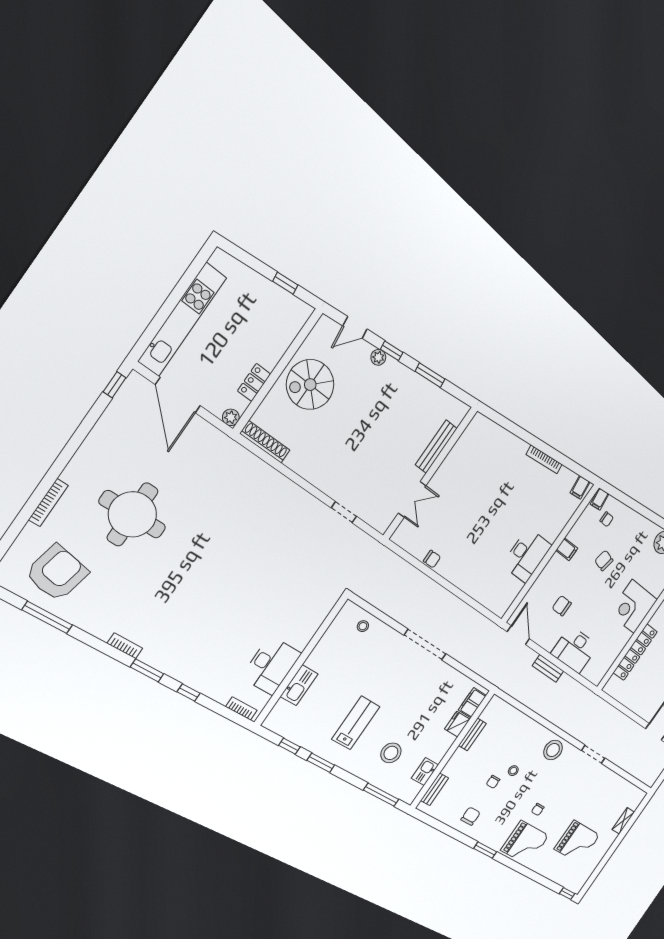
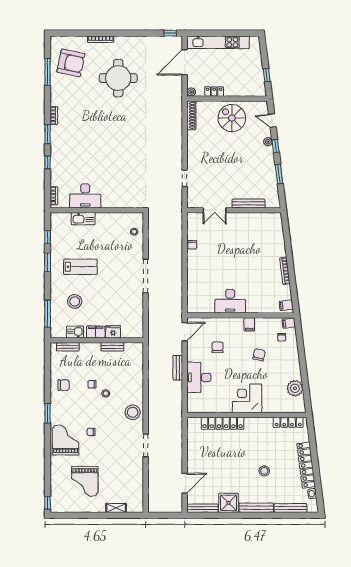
filing cabinet: (472, 703) -> (96, 332), moved
grand piano: (525, 843) -> (66, 440), turned 180

